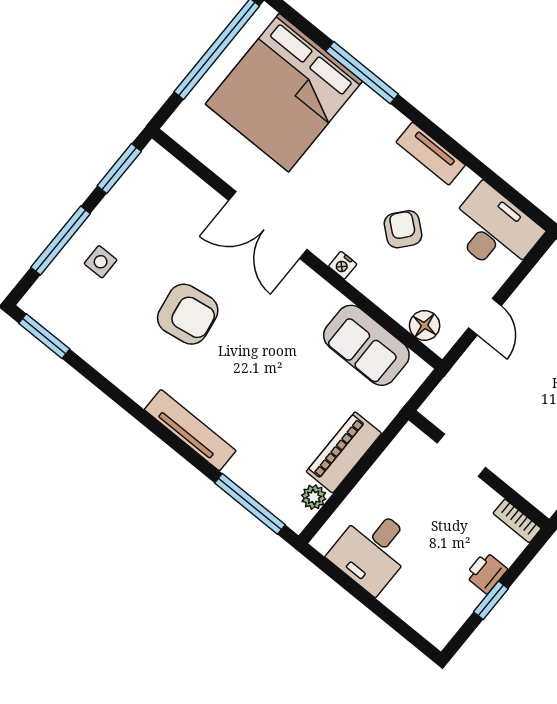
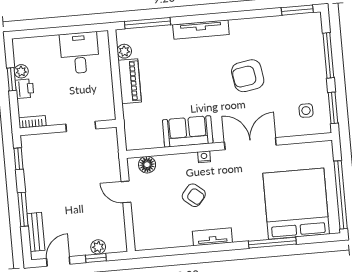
desk: (494, 230) -> (156, 231), removed
side table: (101, 262) -> (306, 111), moved
sofa: (366, 345) -> (188, 131), moved
plant: (469, 598) -> (21, 71), added

